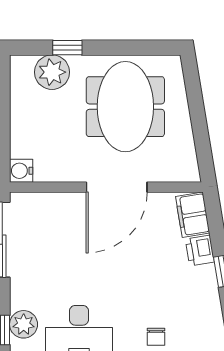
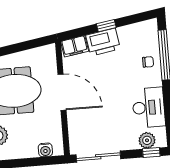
water cooler: (21, 171) -> (45, 150), moved
printer: (200, 251) -> (103, 42), width x1.87, depth x1.48

